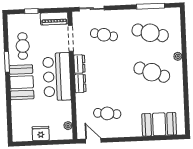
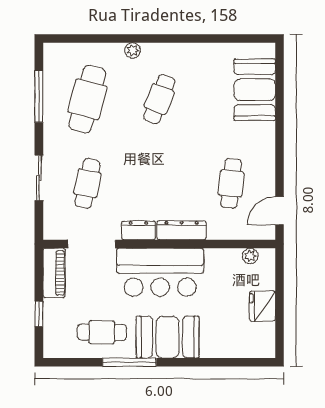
sliding door: (92, 9) -> (39, 178), moved
window: (7, 62) -> (129, 362), width x1.44
cafe table: (152, 72) -> (159, 99), width x0.73, depth x0.74
dresser: (80, 83) -> (182, 230), width x1.44

